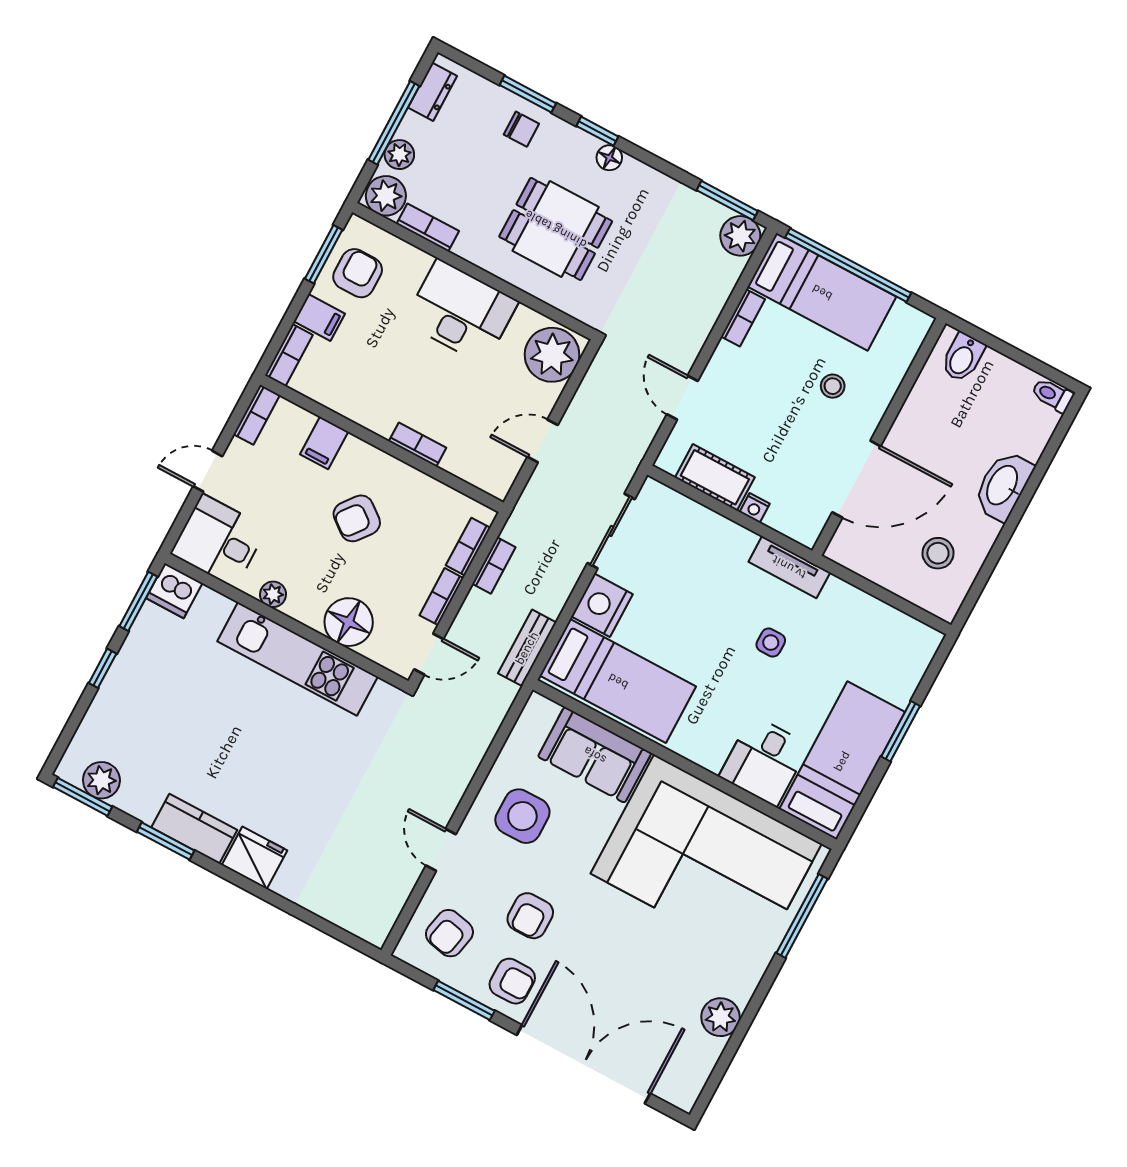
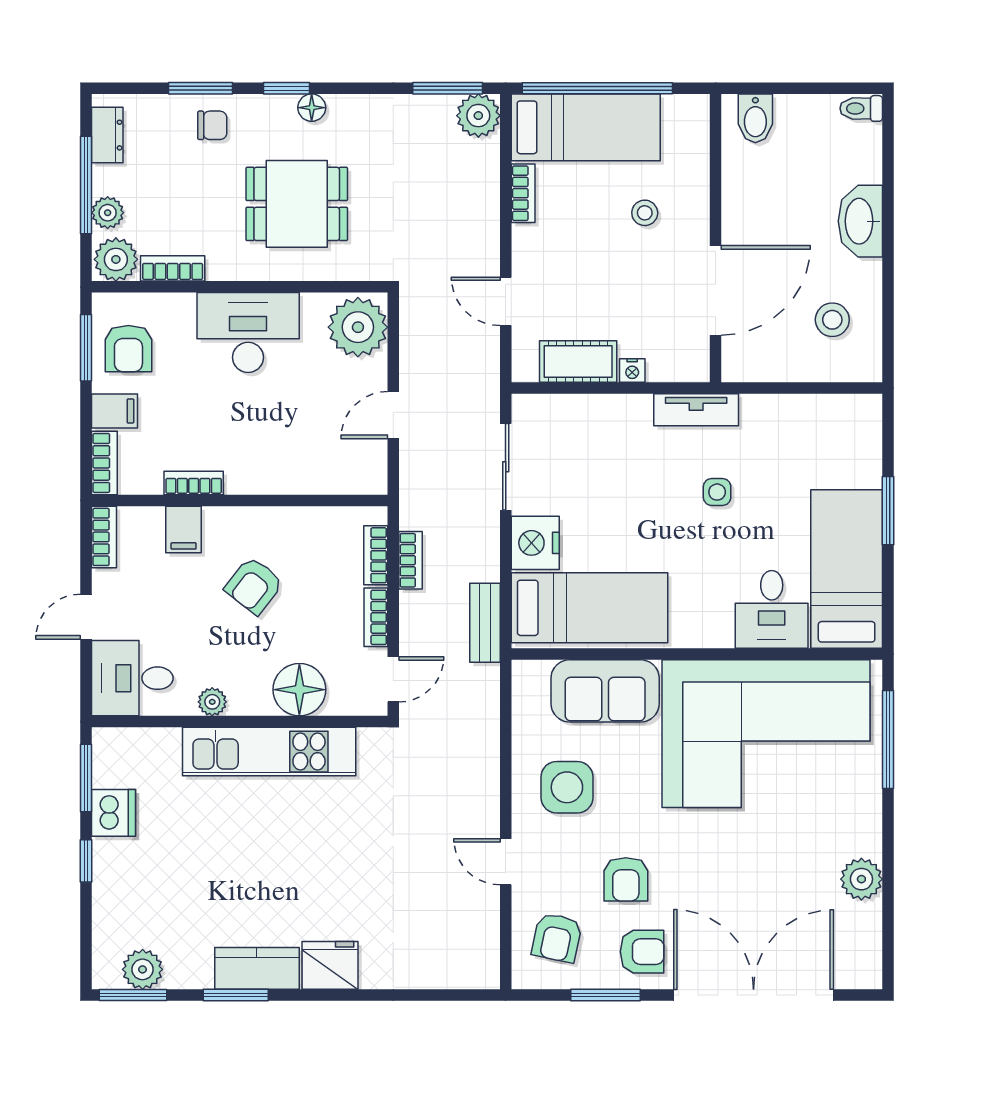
armchair: (358, 273) -> (128, 349), turned 180
bookcase: (418, 445) -> (194, 483), moved
dishwasher: (174, 591) -> (114, 813), moved, turned -90

